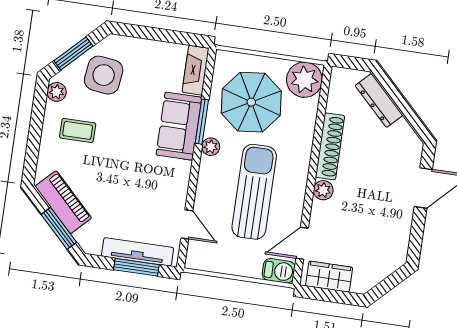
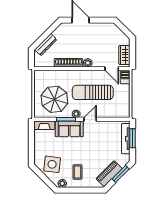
window: (73, 53) -> (45, 179), removed
plant: (304, 80) -> (42, 78), removed
door: (187, 224) -> (90, 119), moved

